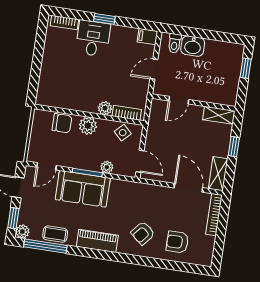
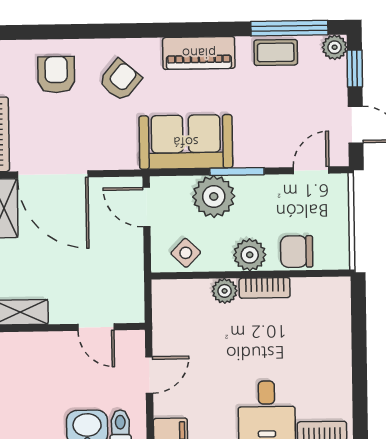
door: (179, 100) -> (96, 327), swing flipped
bookcase: (127, 113) -> (265, 288), moved
plant: (107, 167) -> (214, 196), width x1.87, depth x1.87
door: (188, 188) -> (53, 174), width x1.36
sofa: (83, 189) -> (186, 142), moved
armchair: (177, 242) -> (56, 75), turned -90

